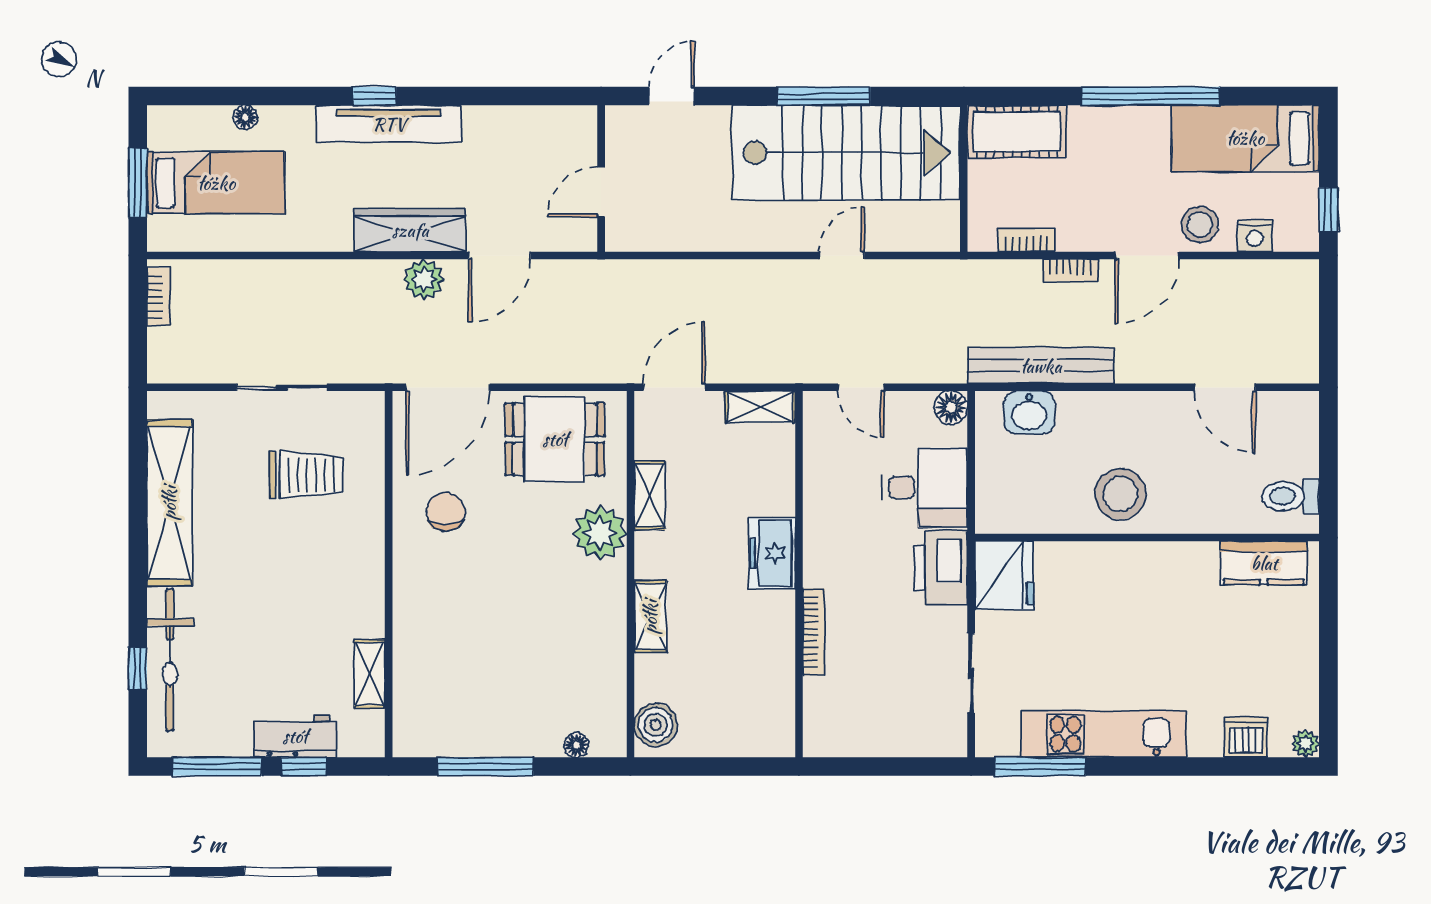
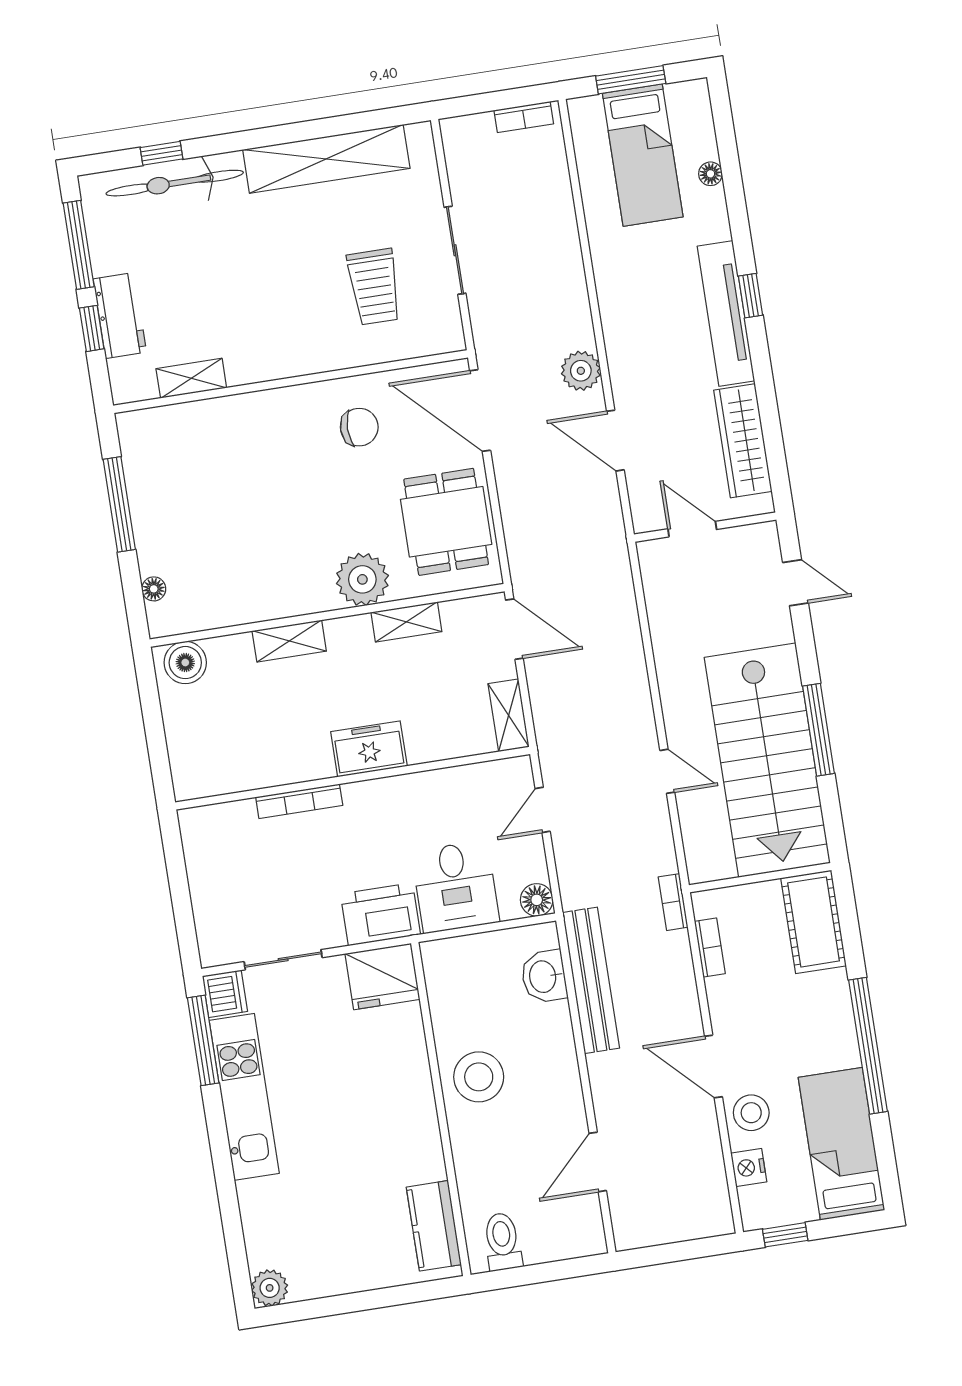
wardrobe: (410, 230) -> (743, 441), moved, turned 180
bookcase: (1070, 270) -> (673, 902), moved
dishwasher: (1246, 737) -> (225, 994), moved
plant: (1306, 744) -> (270, 1288), width x1.38, depth x1.38

